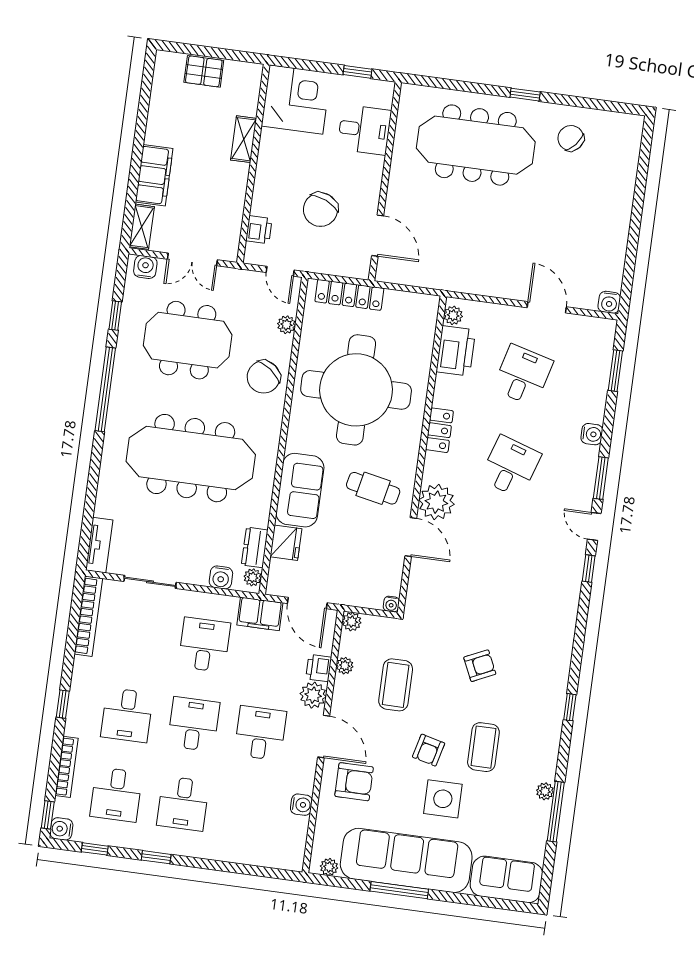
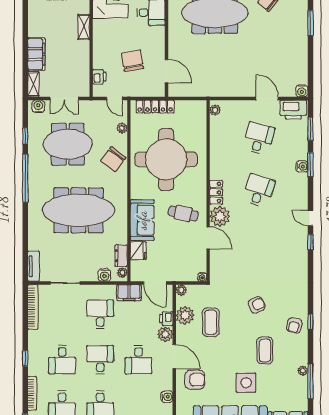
window: (640, 186) -> (310, 23), added
chair: (320, 210) -> (132, 61), turned 146
printer: (456, 351) -> (293, 110), moved, turned 90
locker: (439, 430) -> (216, 192), moved
window: (601, 478) -> (310, 165), moved
plant: (345, 666) -> (185, 315), width x1.87, depth x1.87
desk: (260, 733) -> (138, 360), turned 180
armchair: (429, 750) -> (294, 325), moved

